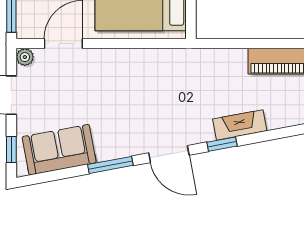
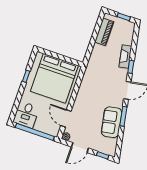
sofa: (59, 150) -> (112, 122), moved

